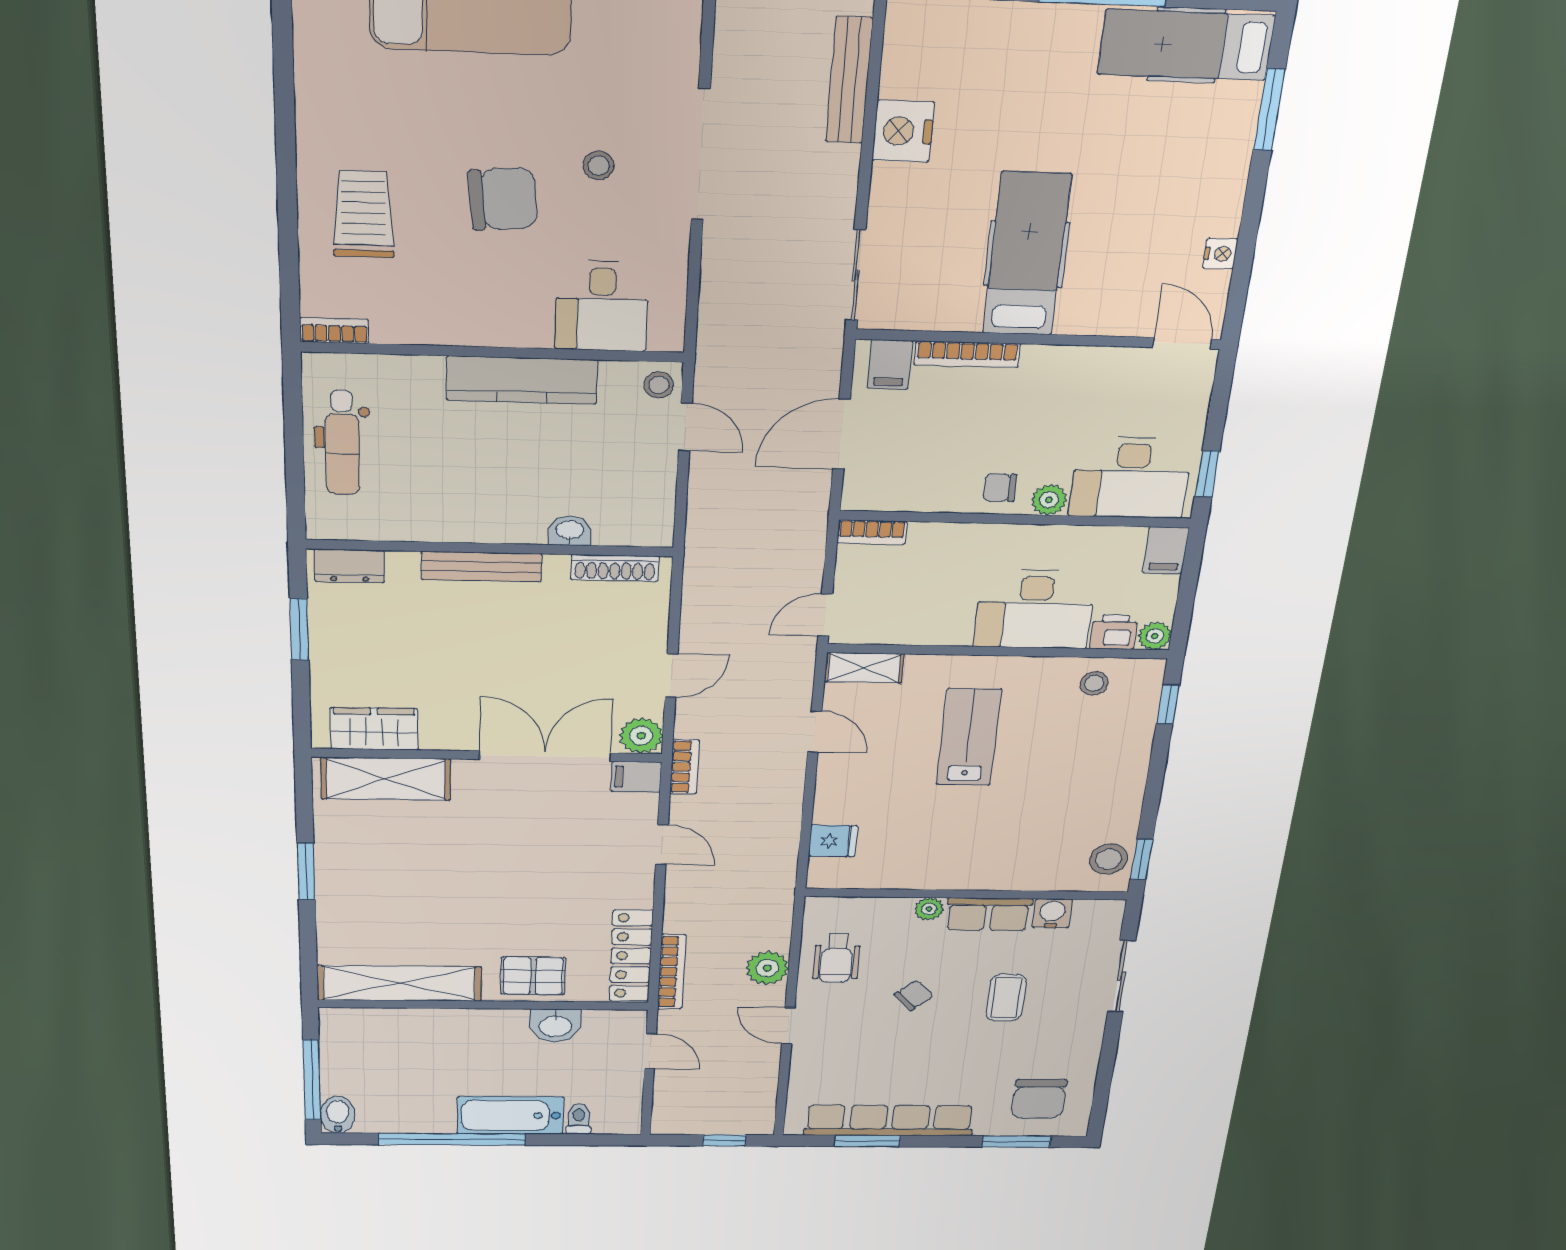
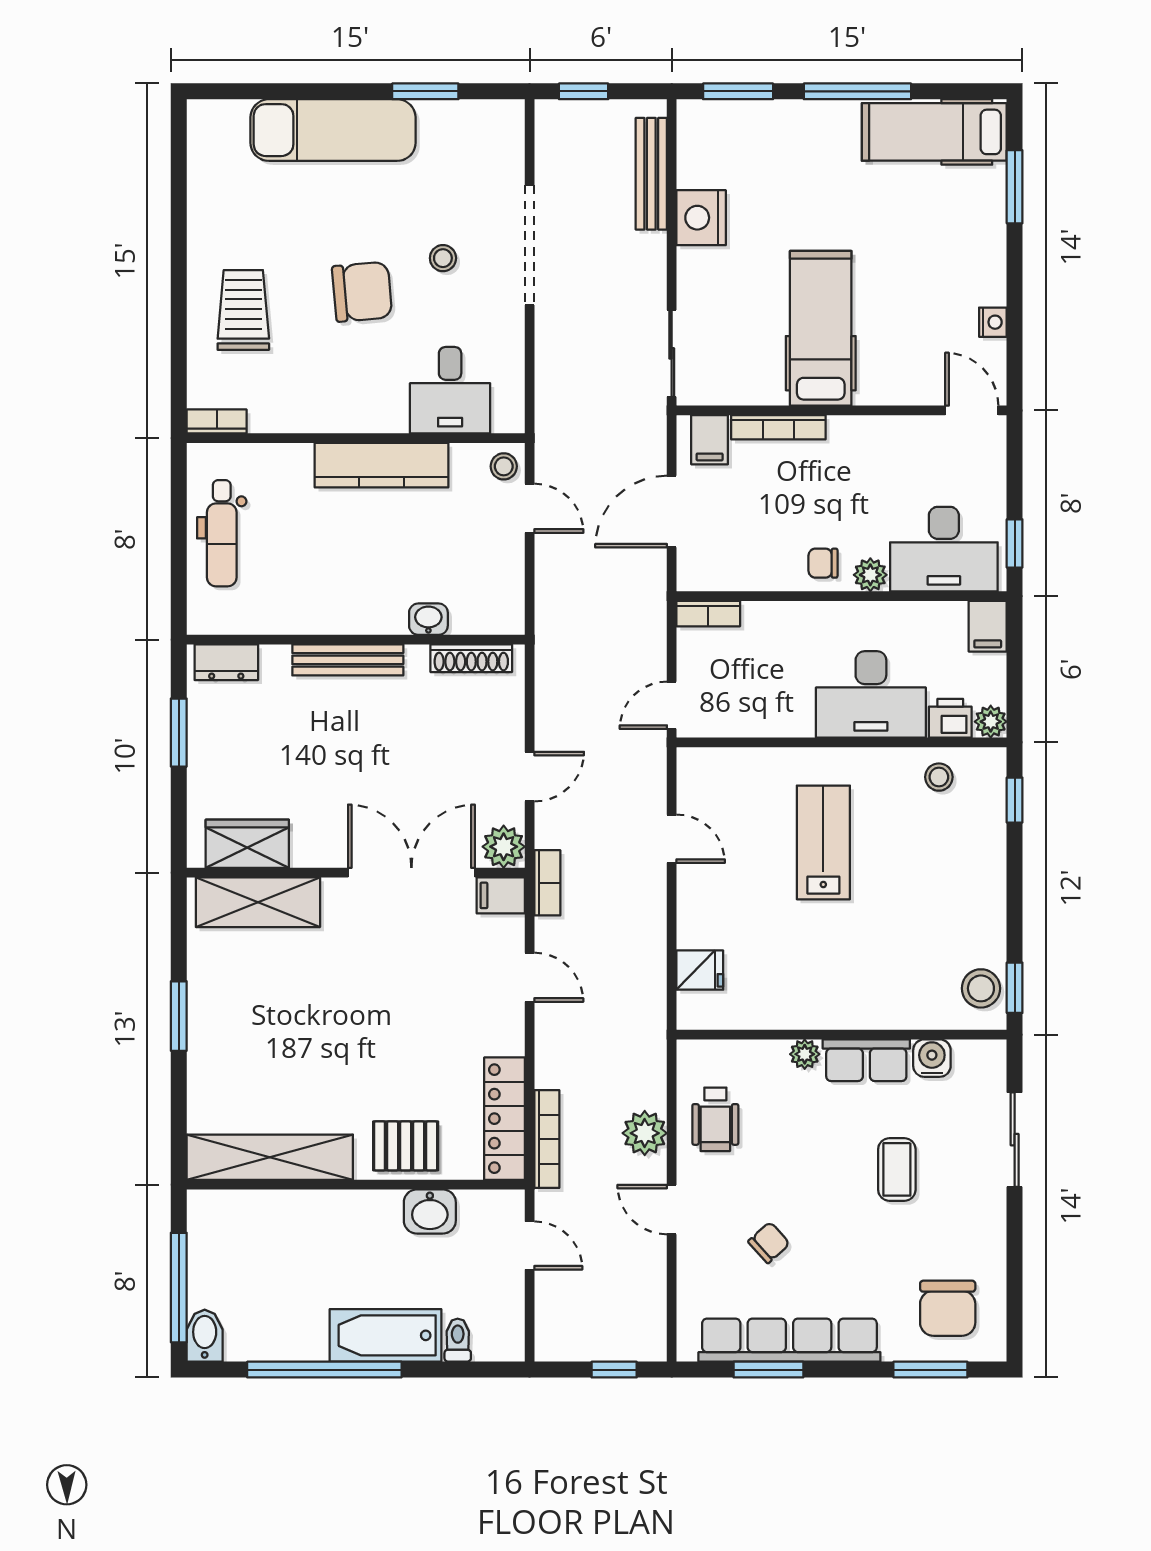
shelving: (864, 668) -> (714, 764), removed
chair: (914, 995) -> (769, 1243), moved

